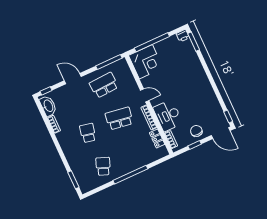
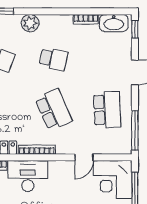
door: (145, 95) -> (84, 157), moved
school desk: (119, 118) -> (54, 110), turned -33
plant: (72, 158) -> (30, 23), added

